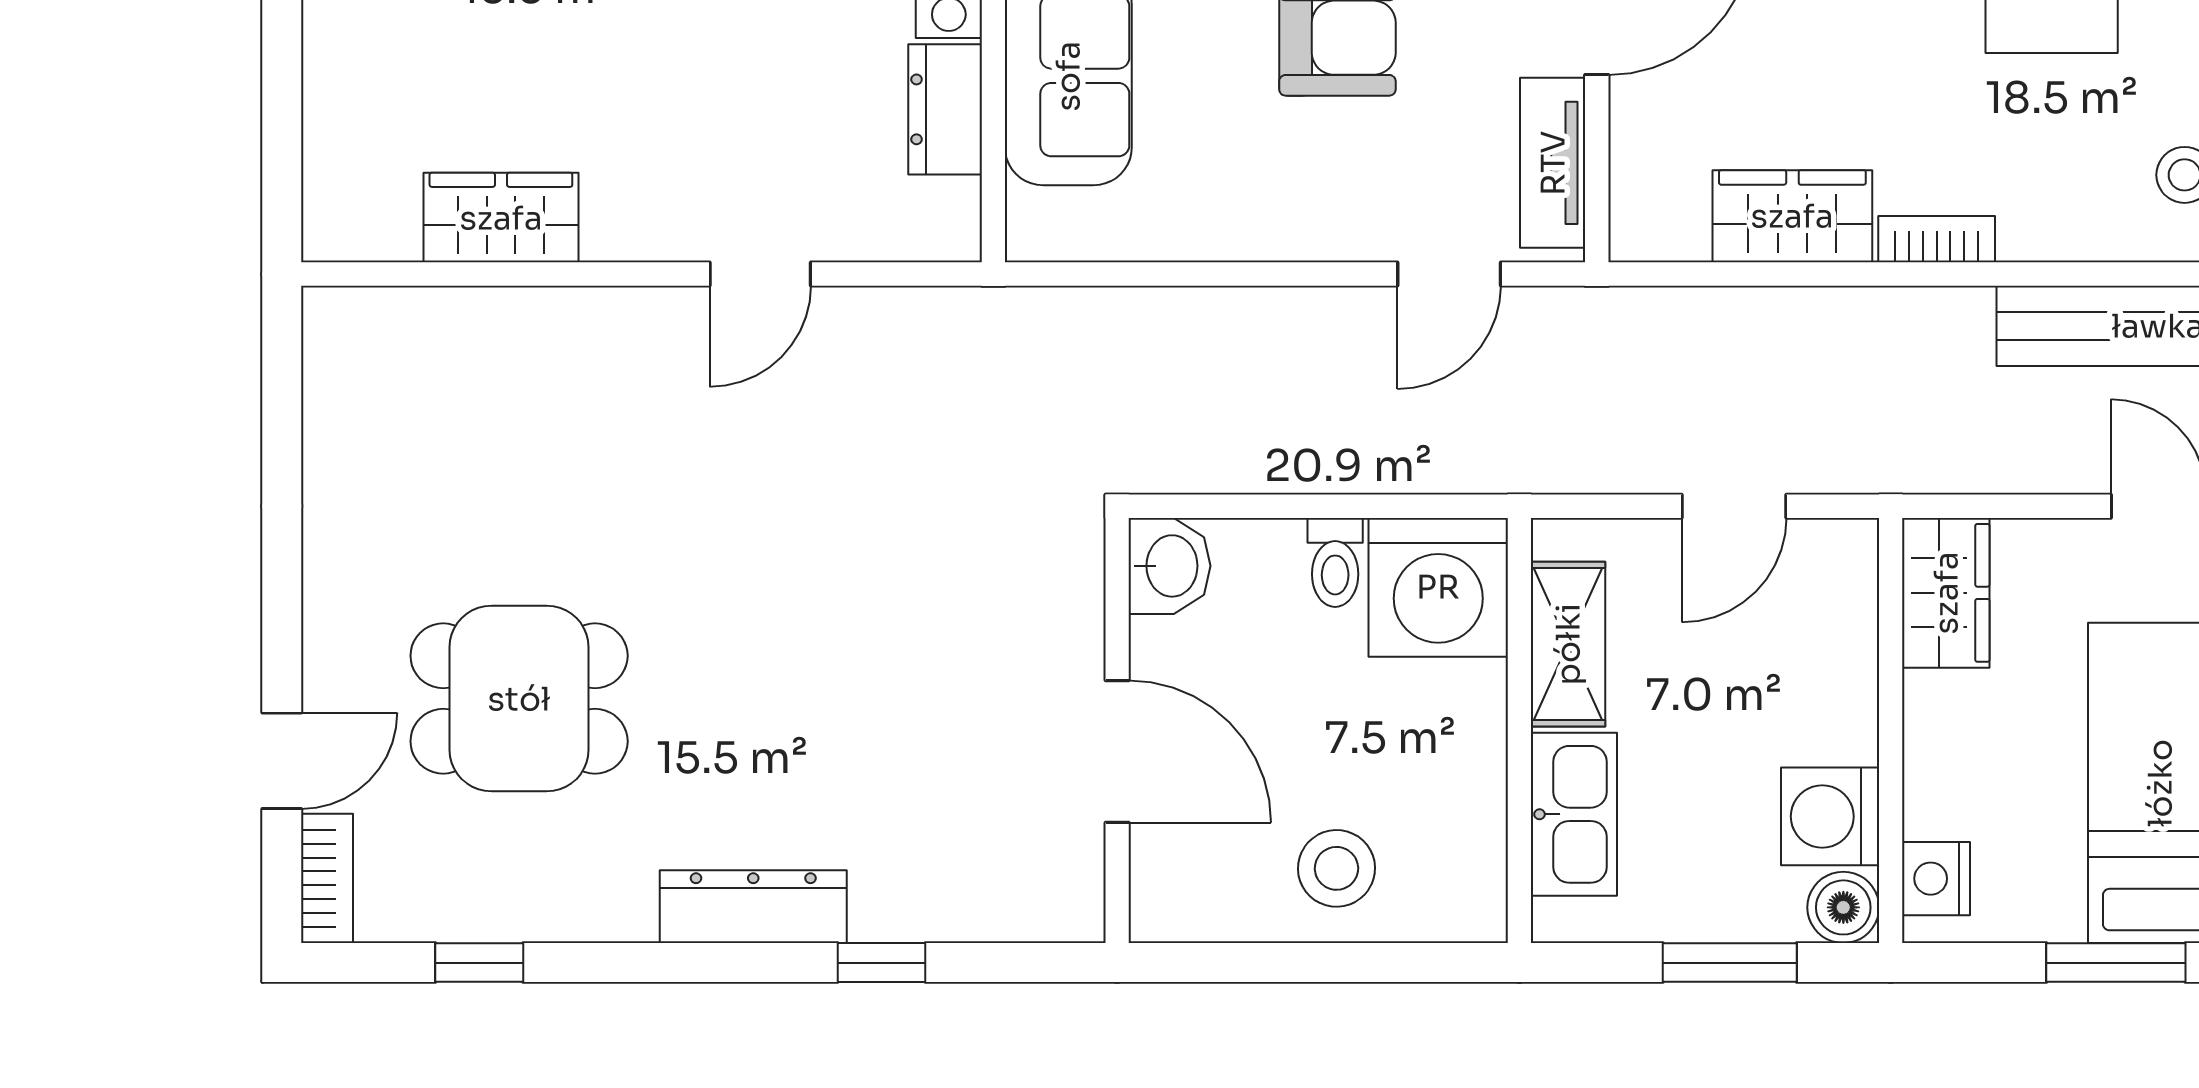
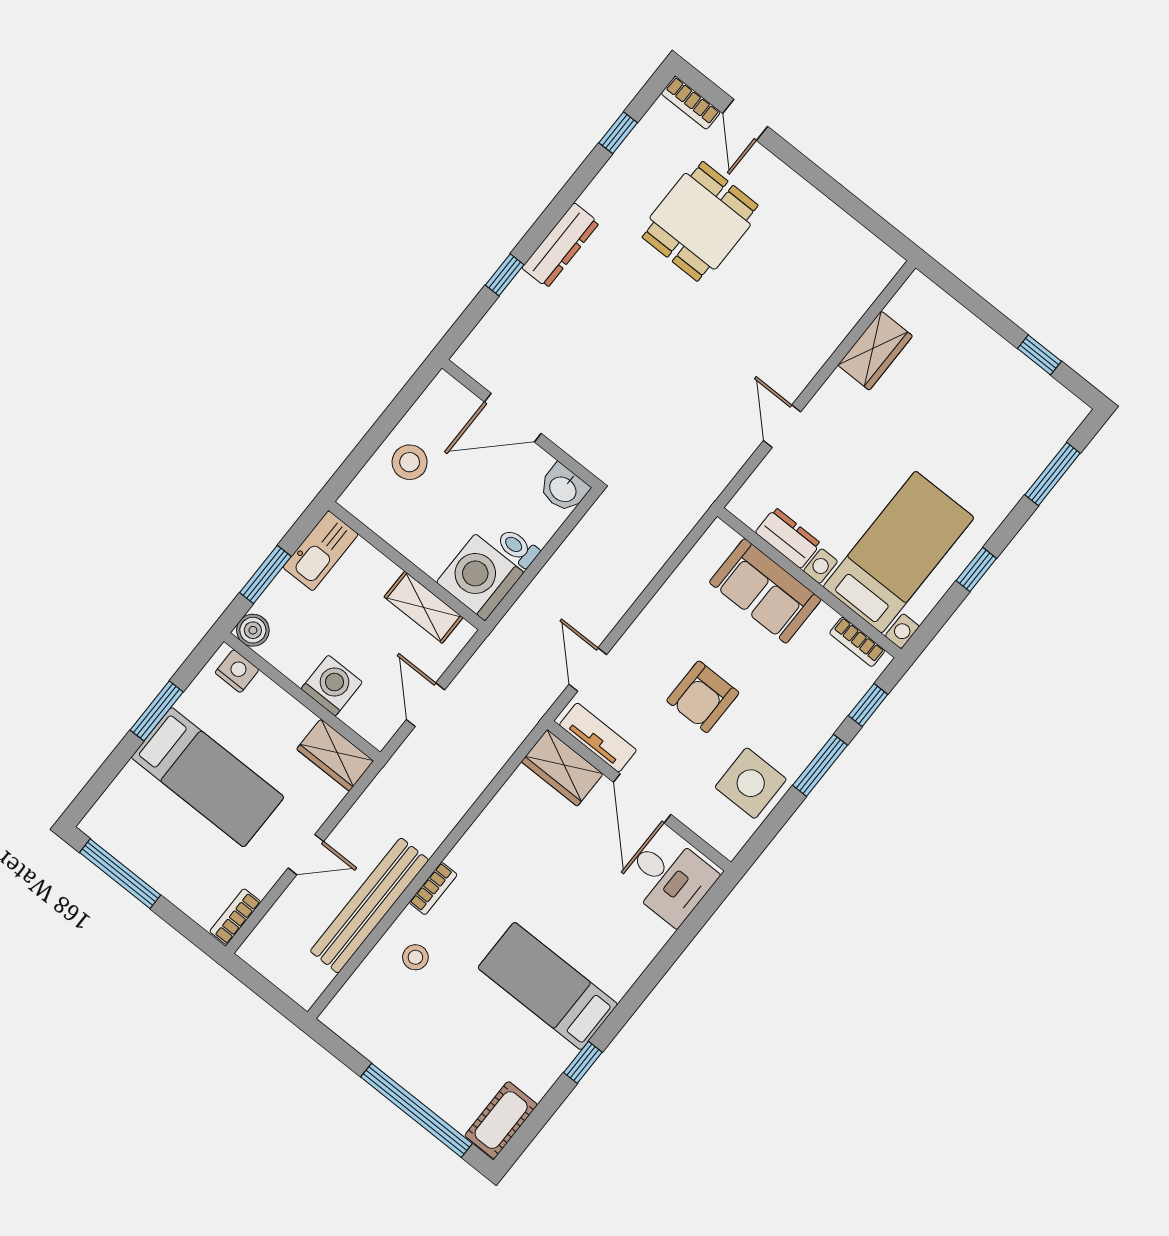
wardrobe: (1792, 216) -> (562, 768), moved, turned 90
bookcase: (1937, 239) -> (433, 888), moved
kitchen sink: (1574, 814) -> (321, 551), moved, turned -90
washing machine: (1830, 816) -> (332, 685), moved

